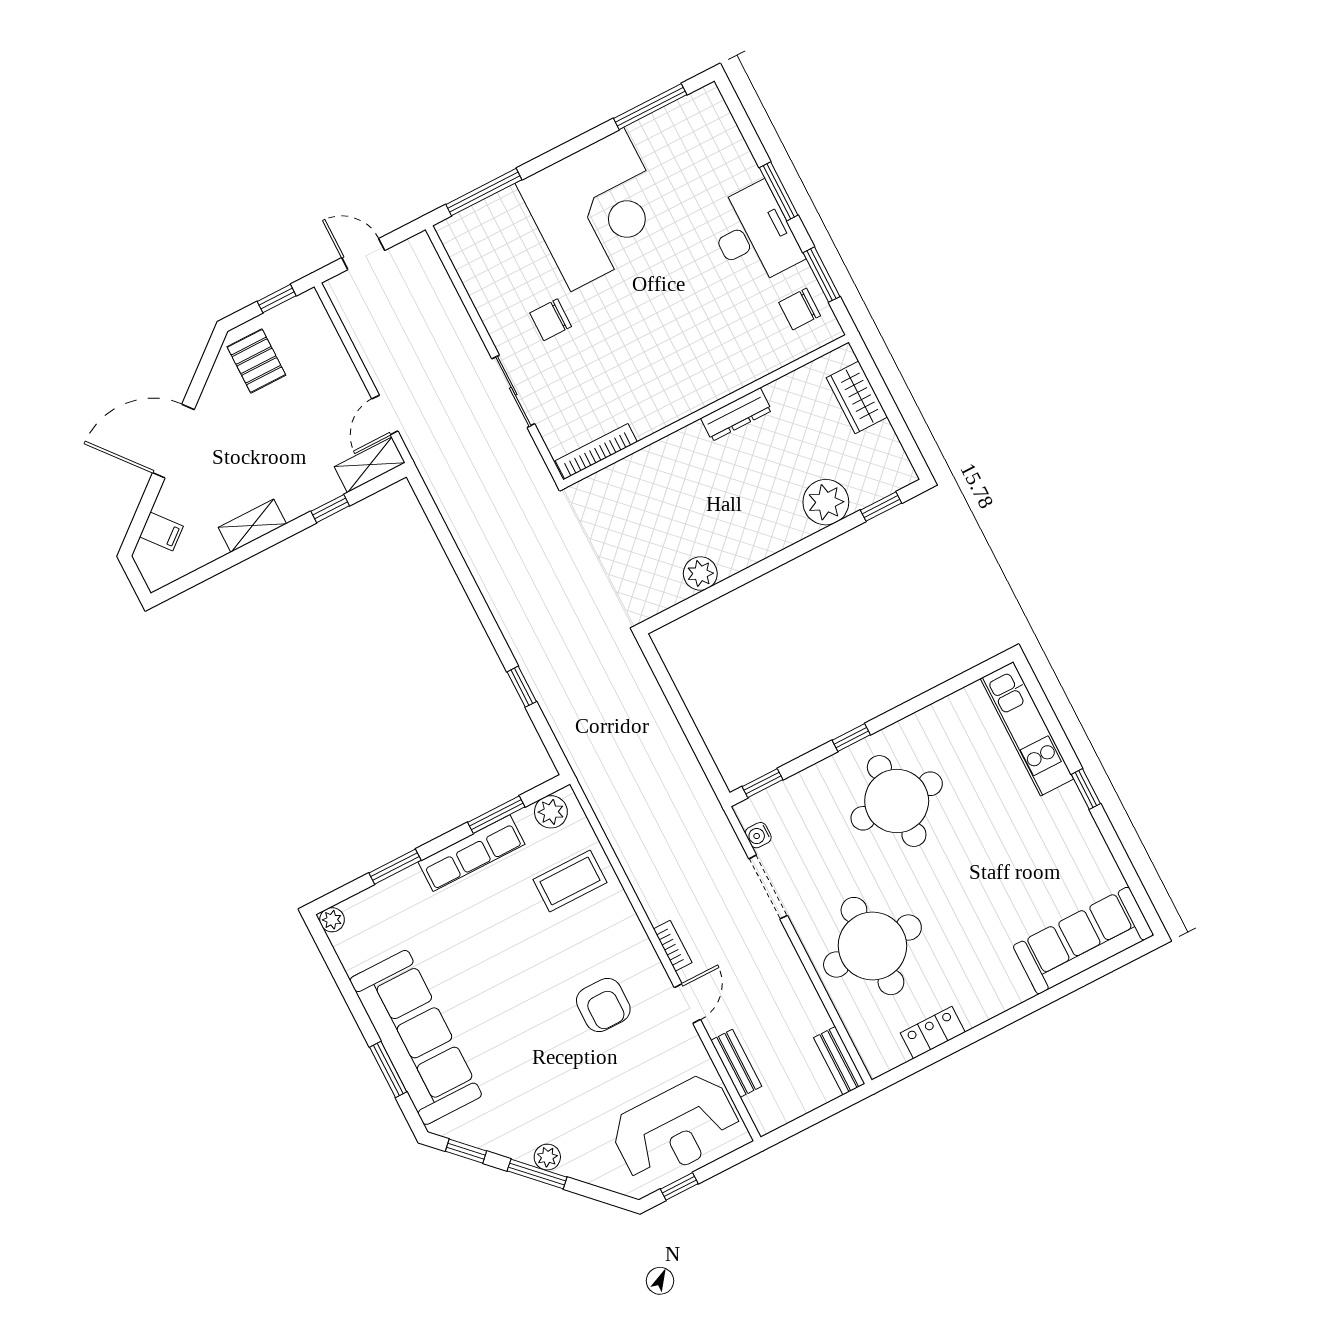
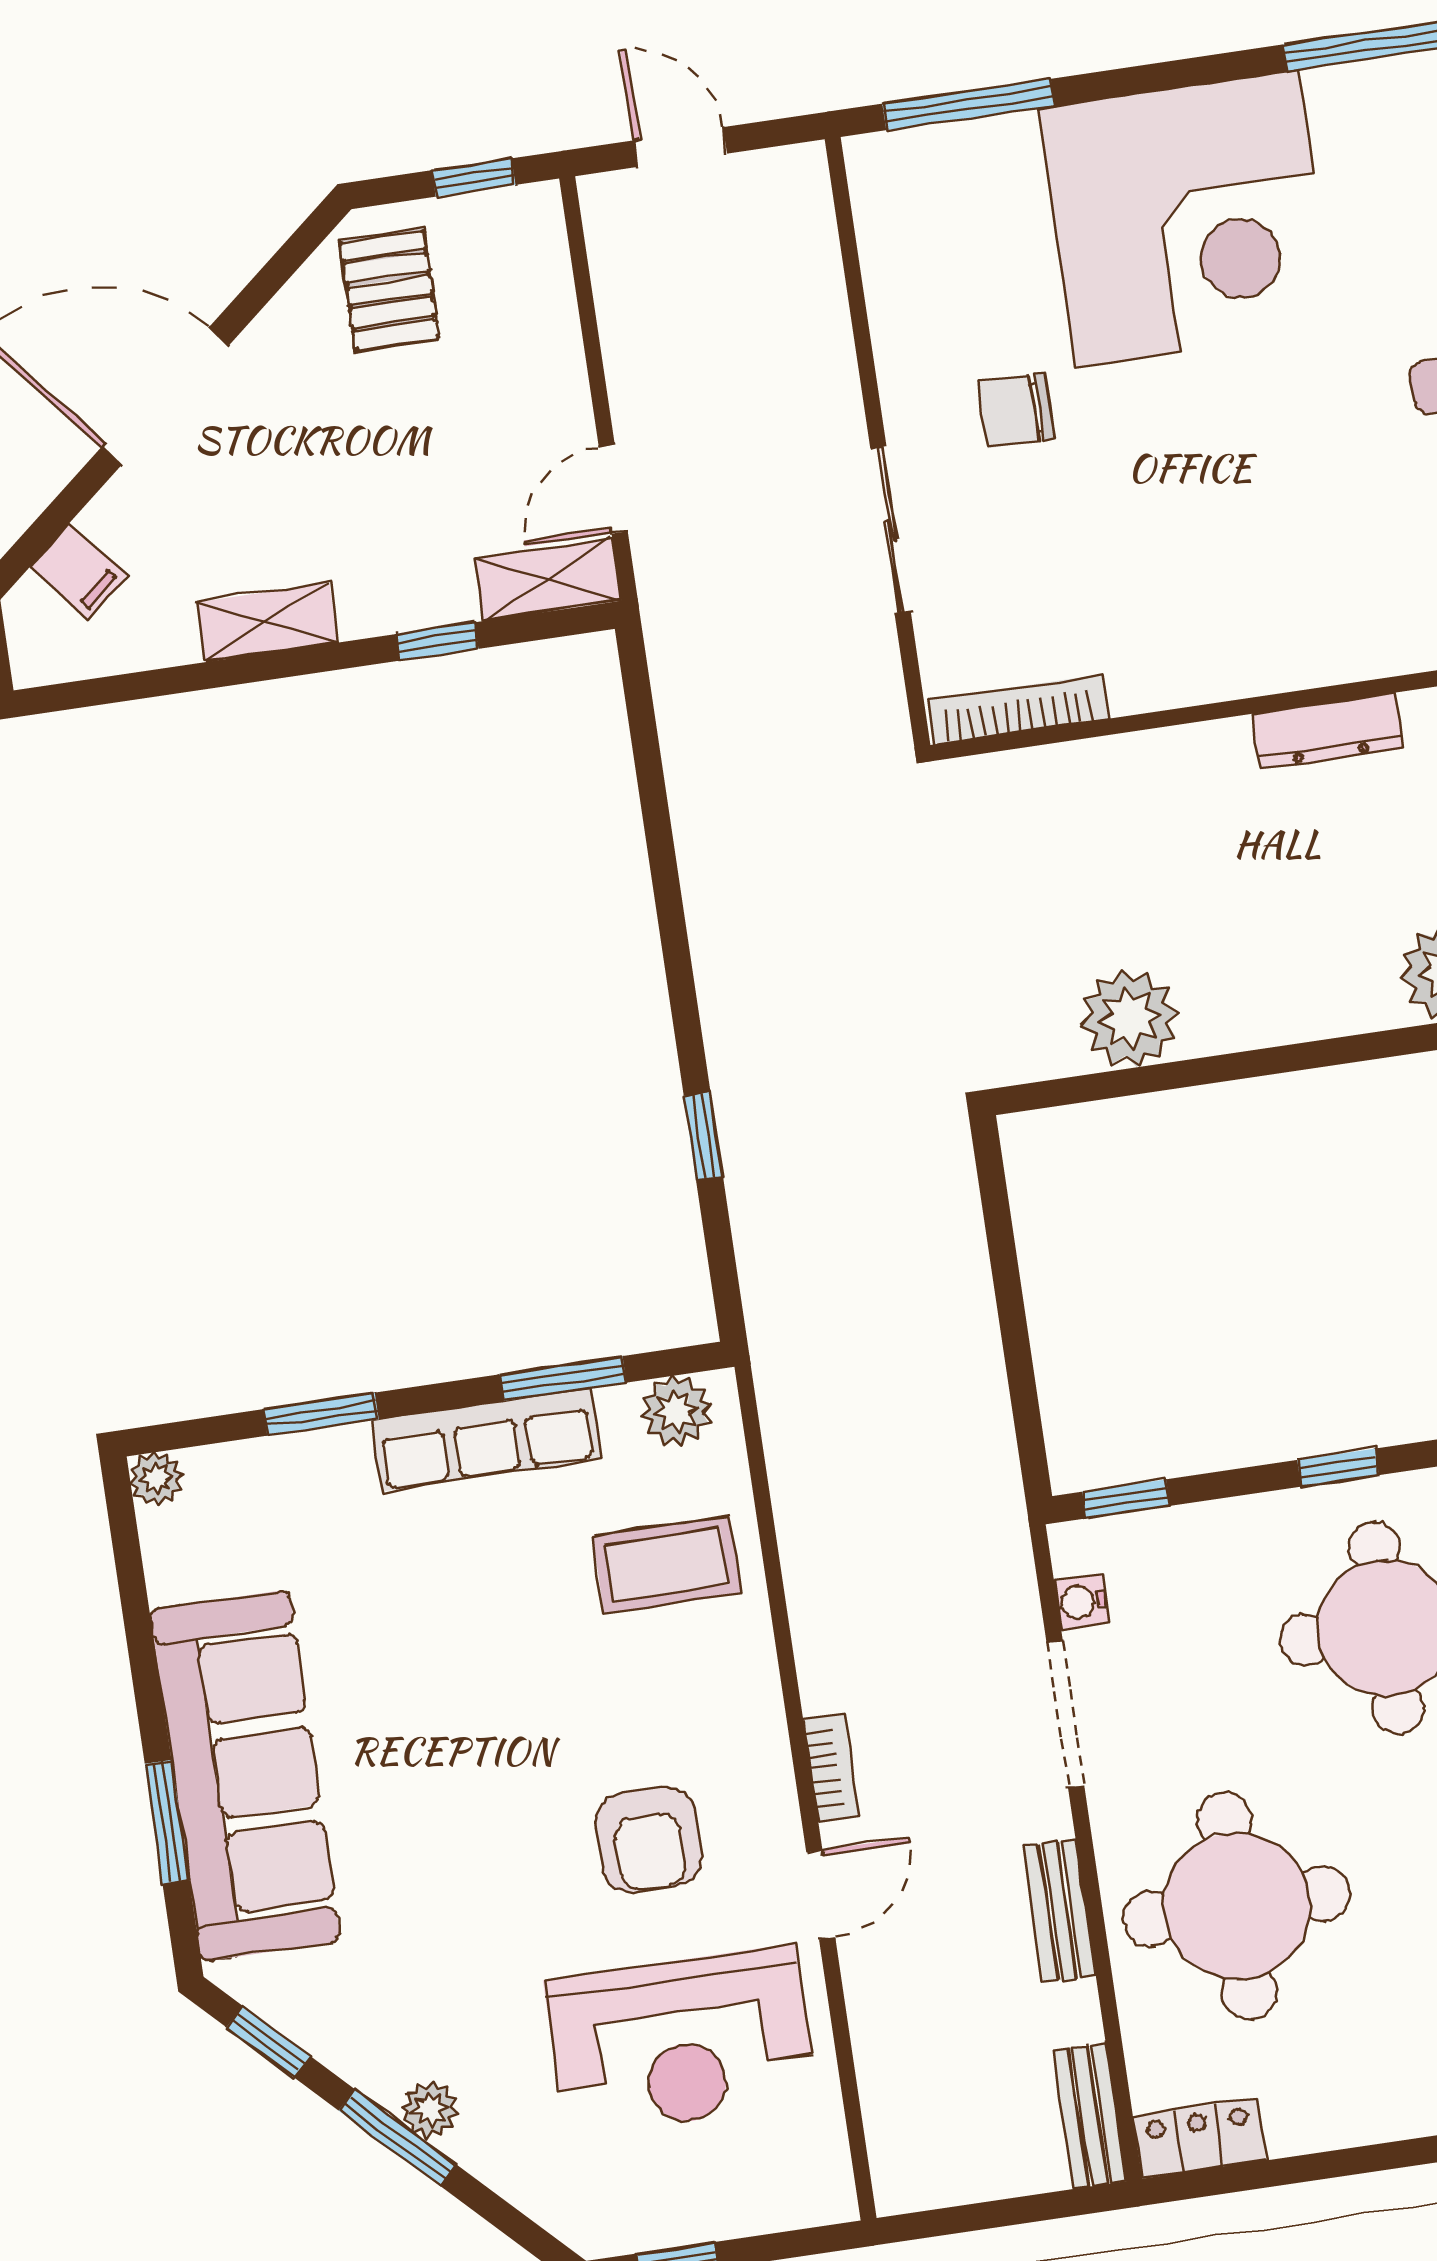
plant: (700, 573) -> (1130, 1019), width x1.36, depth x1.36
locker: (933, 1033) -> (1199, 2138), moved
bench: (736, 1063) -> (1060, 1911), moved
reception desk: (676, 1129) -> (681, 2041), moved

